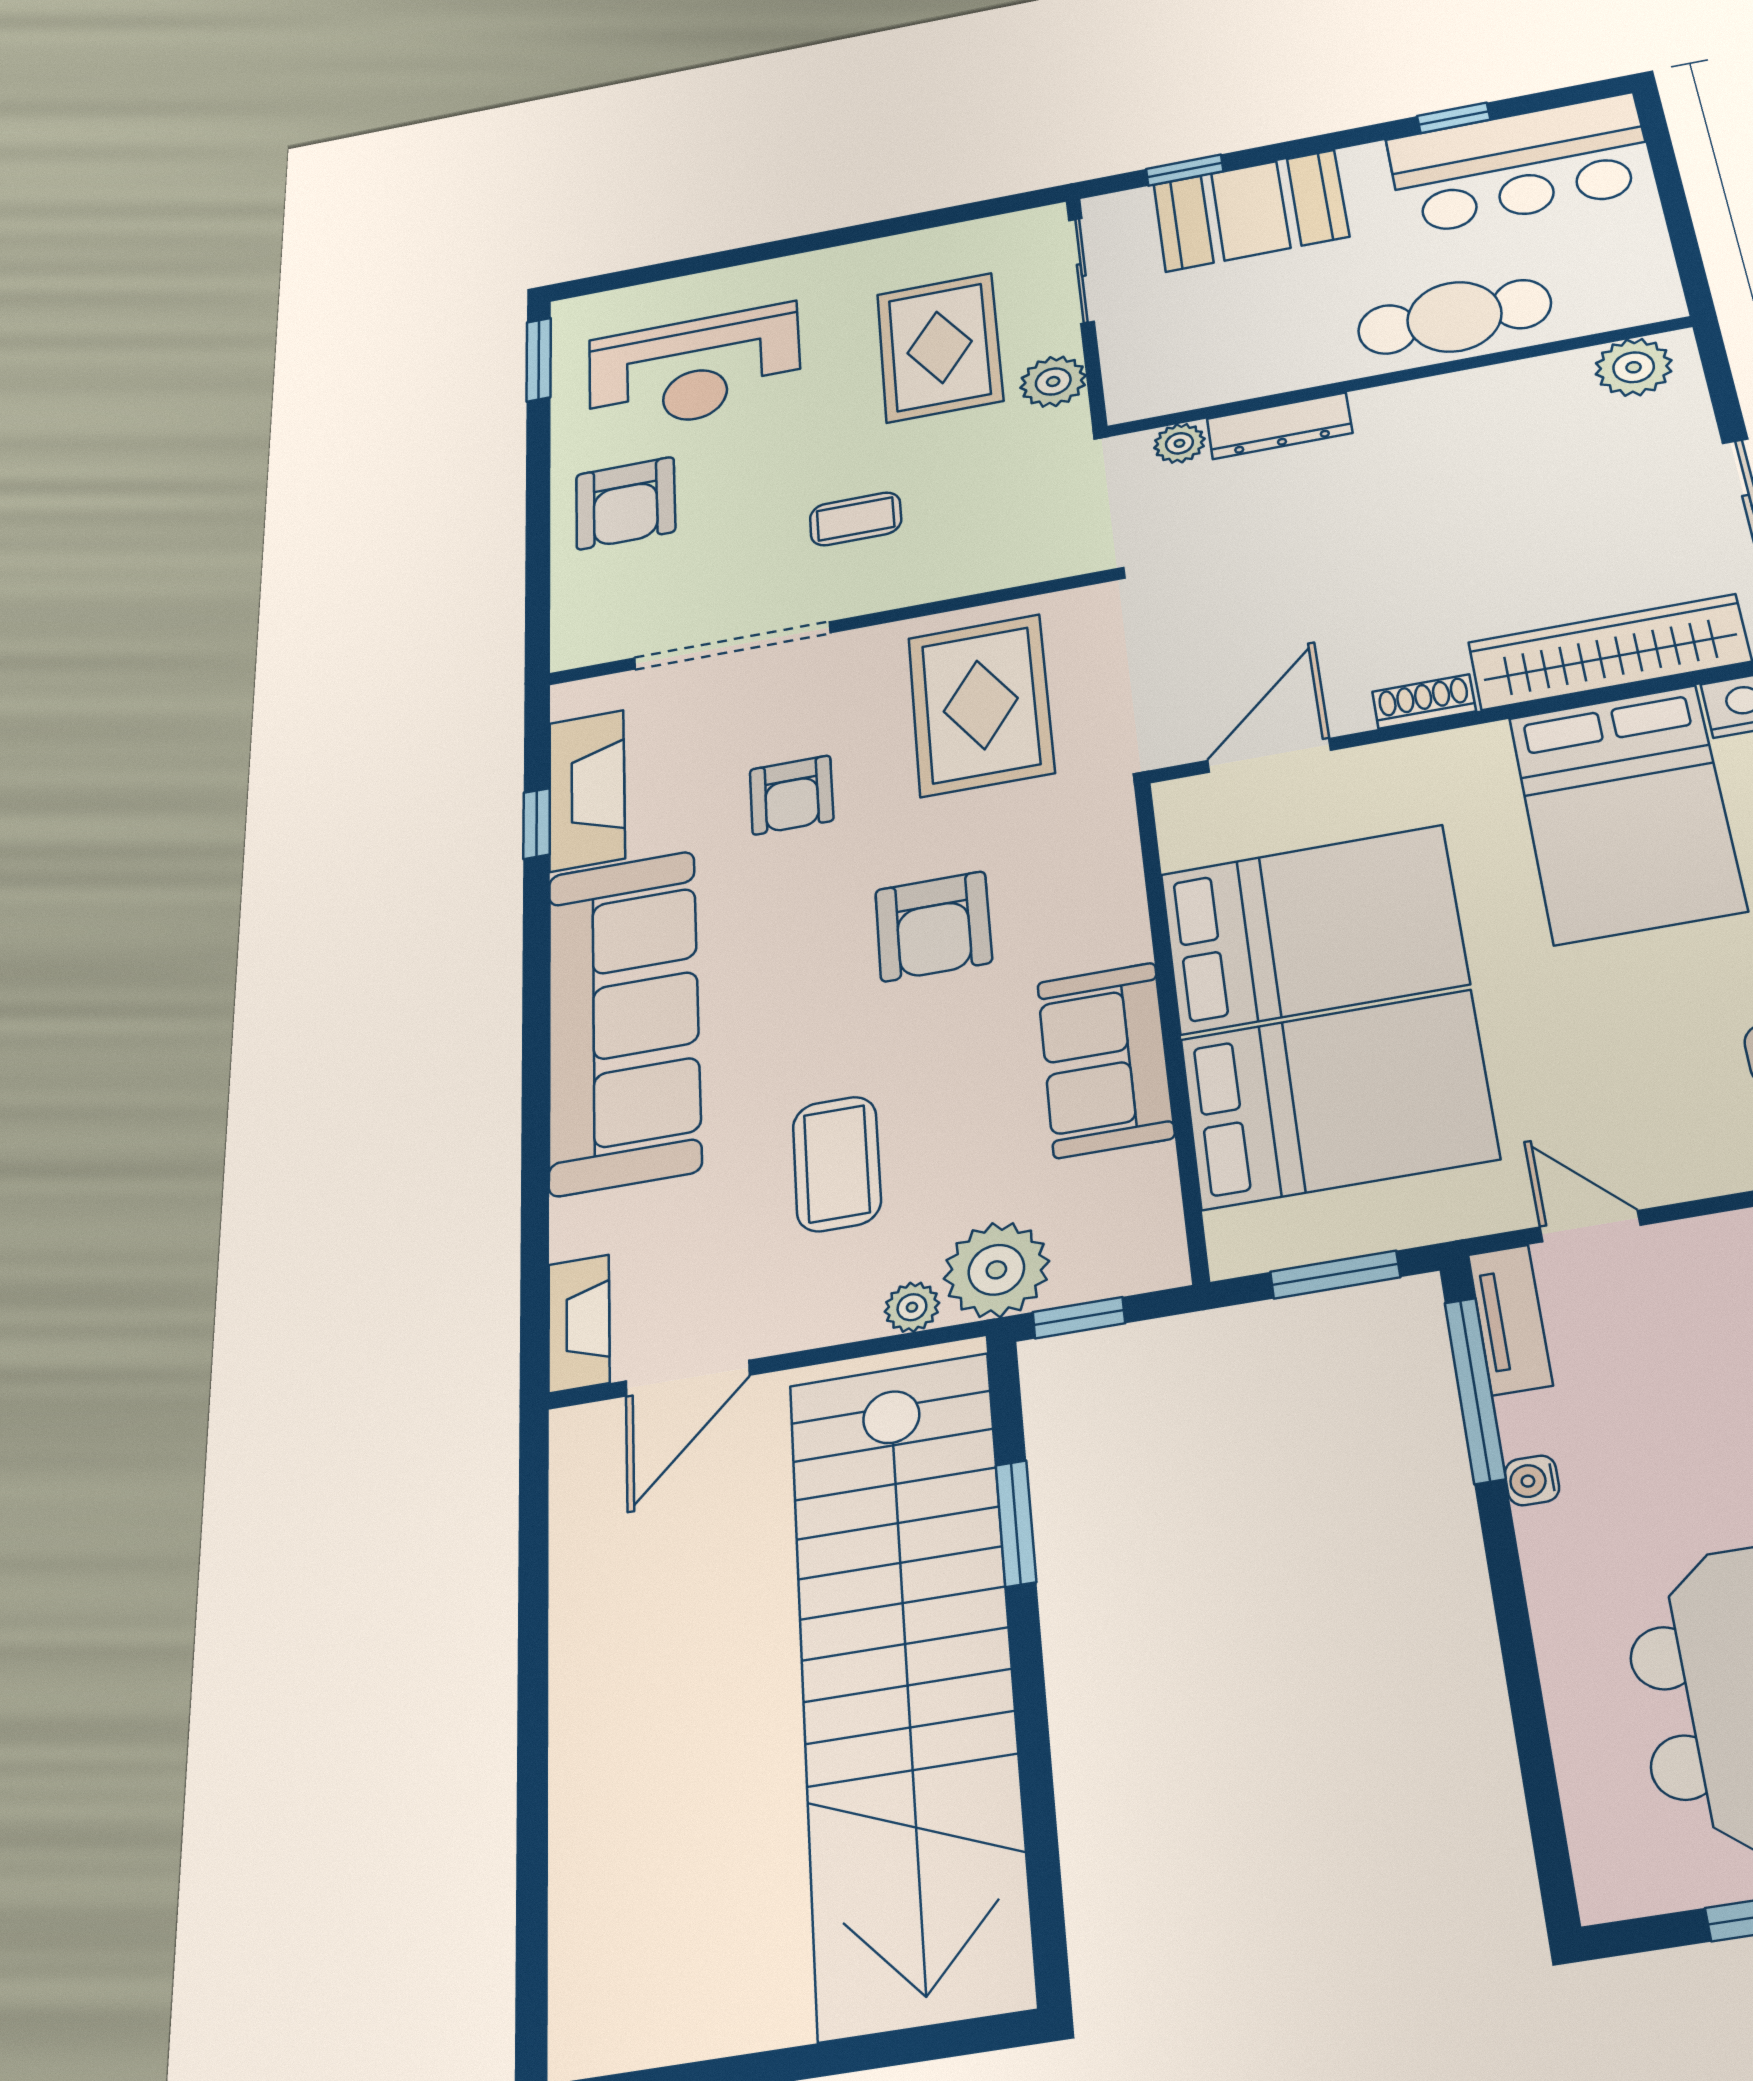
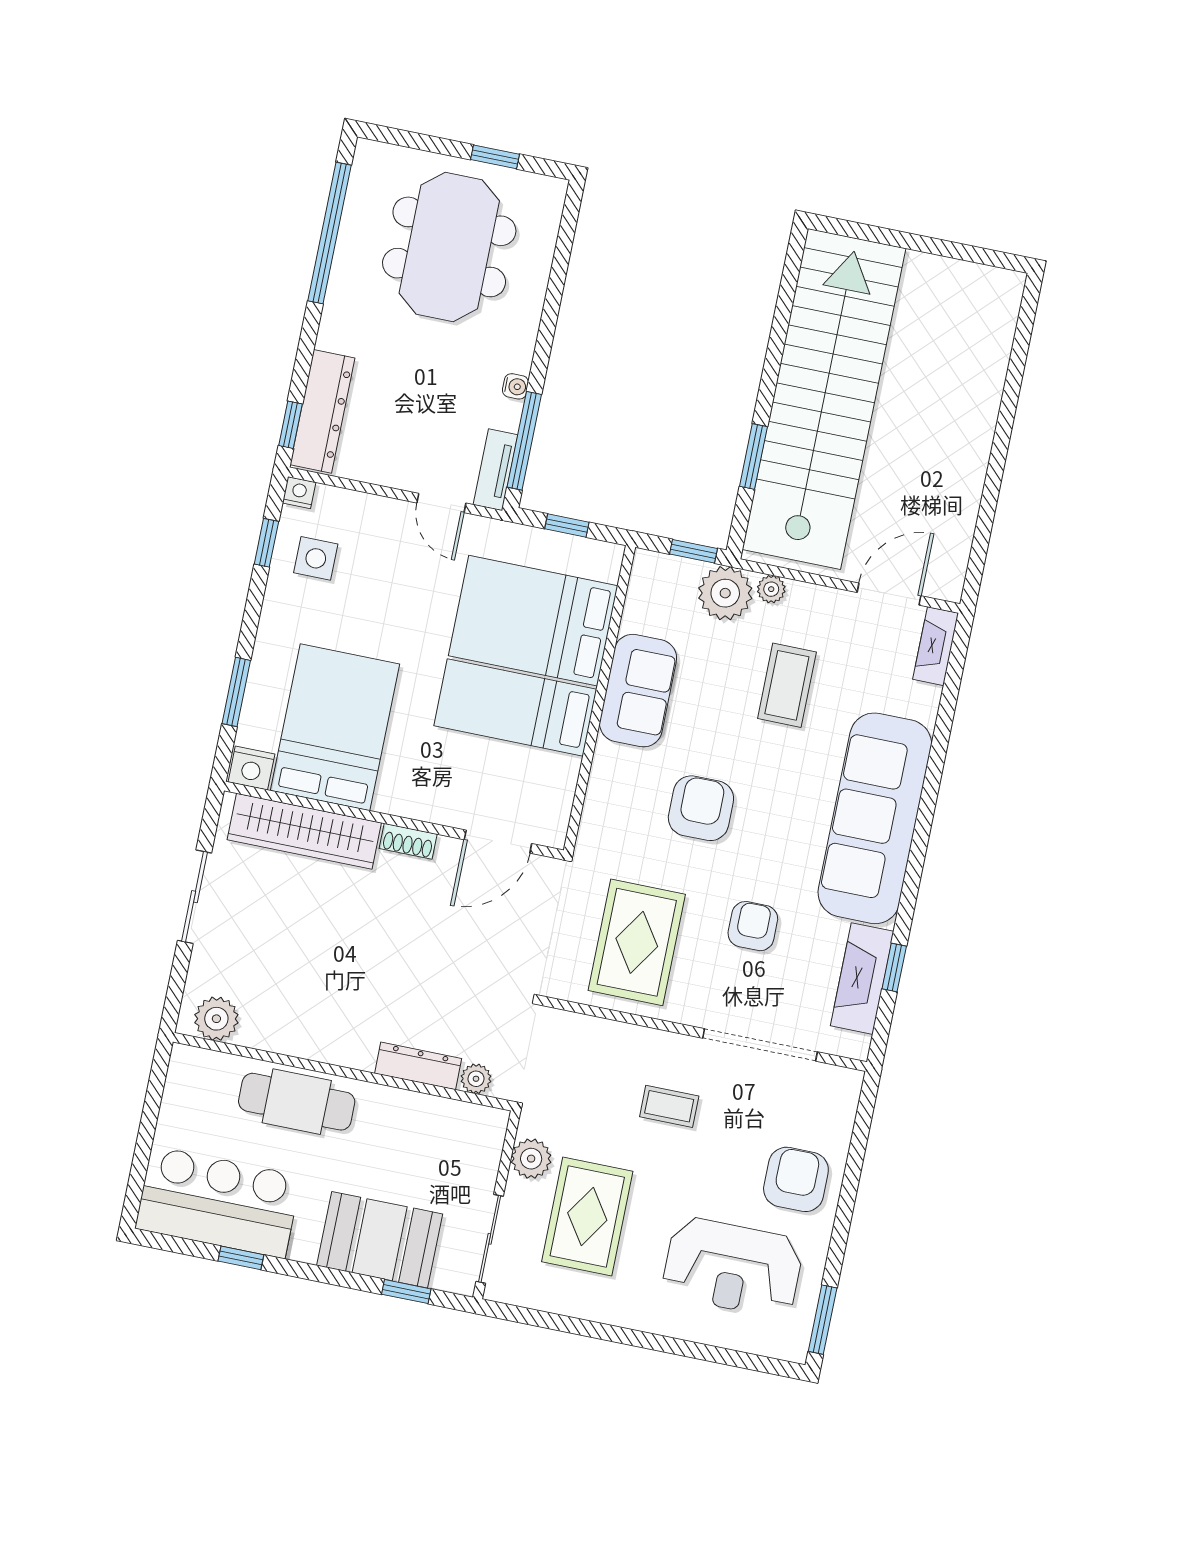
reception desk: (694, 369) -> (733, 1267), turned 180
bed: (1313, 929) -> (515, 707), width x0.67
window: (1335, 1275) -> (567, 525), width x0.67

